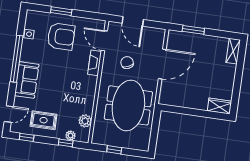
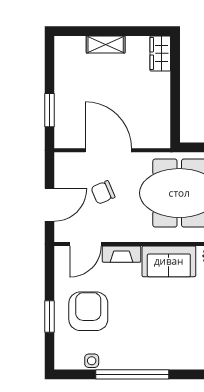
shelving: (233, 51) -> (106, 44), moved
chair: (127, 63) -> (103, 192), moved
sofa: (27, 80) -> (169, 261), moved, turned 180

